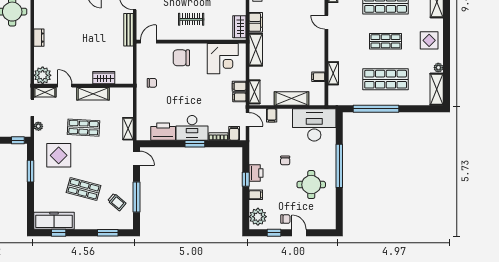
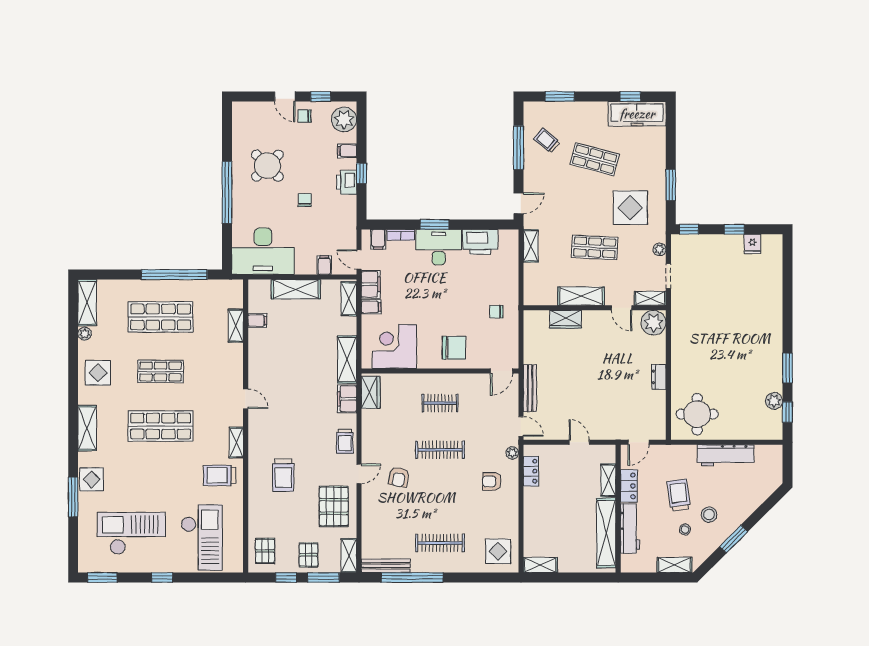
filing cabinet: (239, 97) -> (371, 284), width x2.00
door: (136, 158) -> (519, 203), swing flipped
round table: (311, 185) -> (267, 166), turned 45

